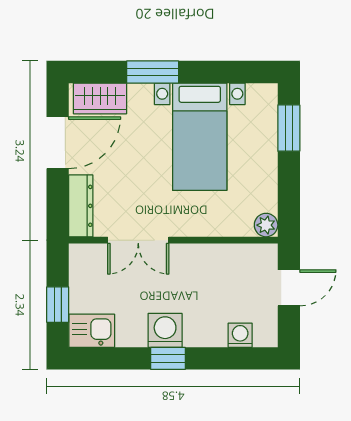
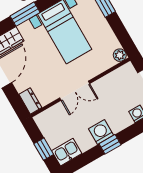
dresser: (81, 206) -> (30, 101), width x0.70
double door: (138, 240) -> (75, 91), moved

